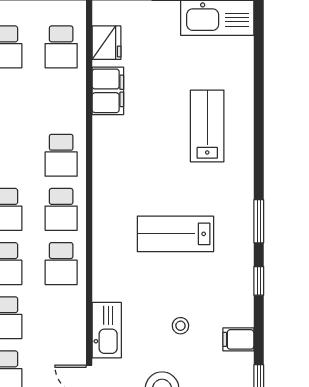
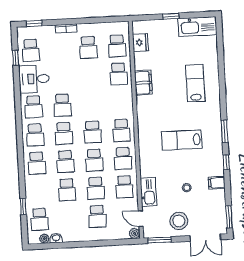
filing cabinet: (108, 91) -> (143, 83), moved
school desk: (61, 155) -> (118, 74), moved
school desk: (61, 318) -> (124, 187), added
filing cabinet: (238, 339) -> (217, 183), moved

